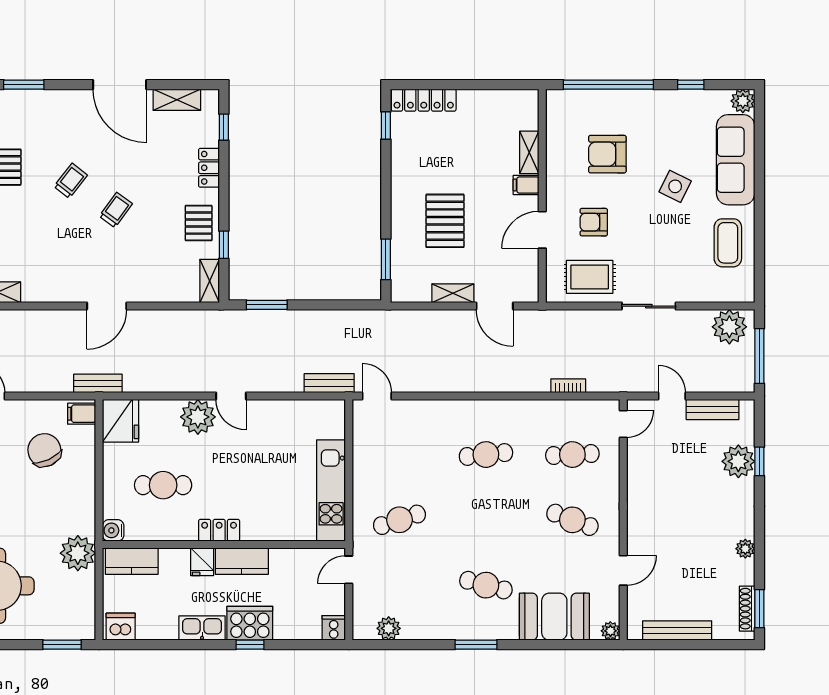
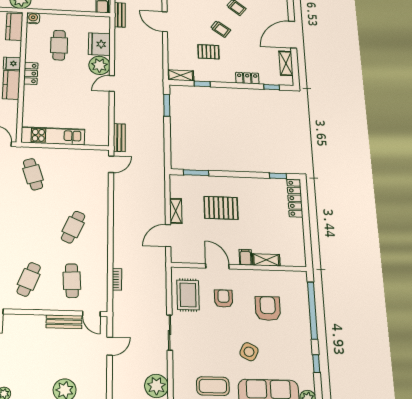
pallet: (199, 223) -> (209, 52), moved
bench: (713, 410) -> (64, 322), moved, turned 90
fridge: (120, 421) -> (99, 44), moved, turned 90
cafe table: (486, 455) -> (73, 227), turned 30

